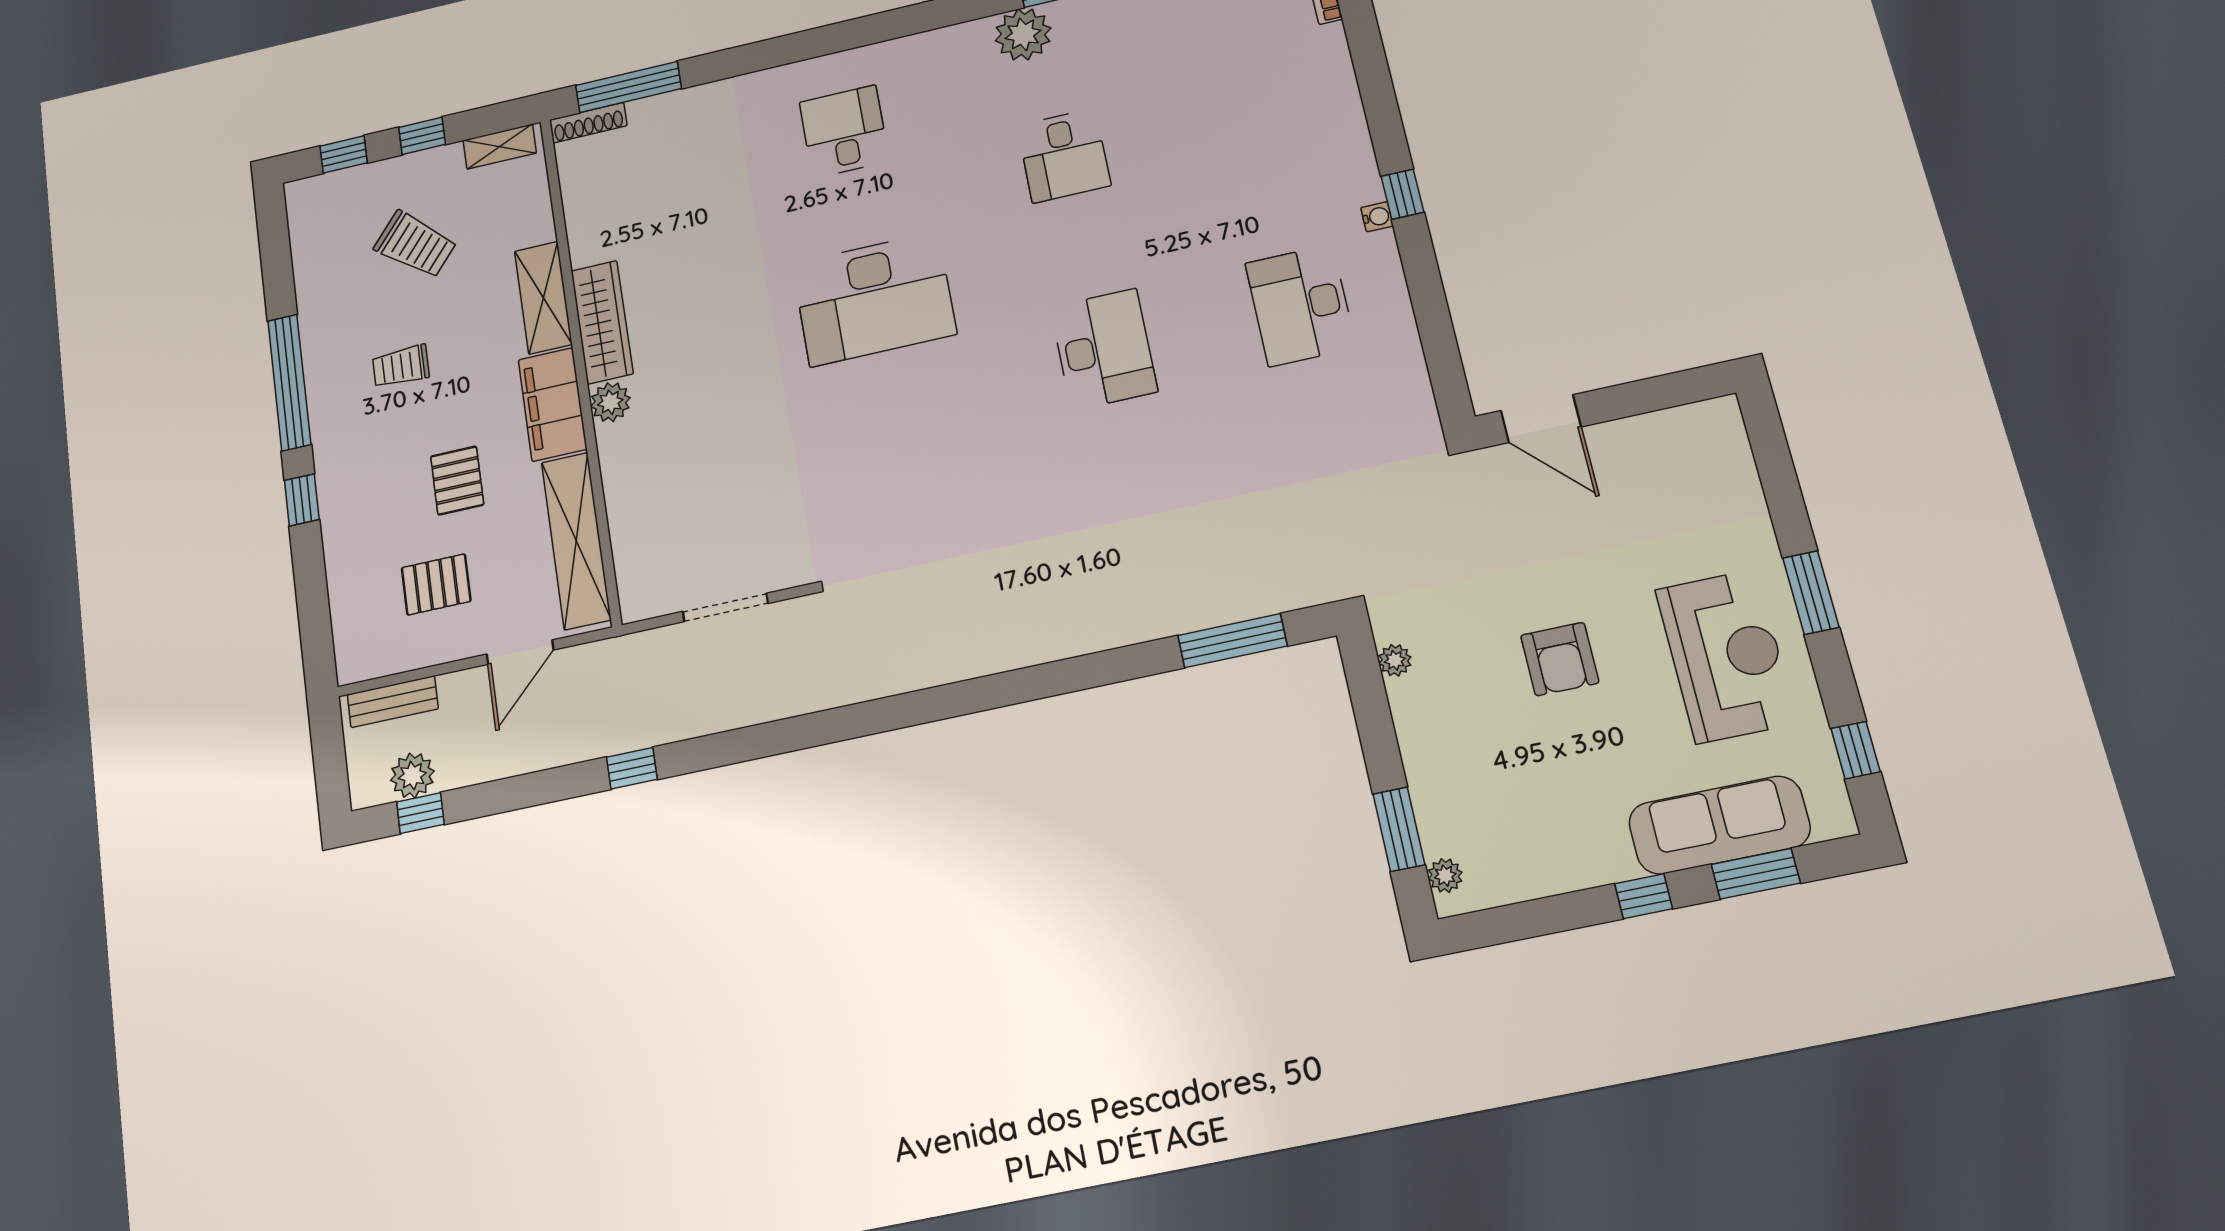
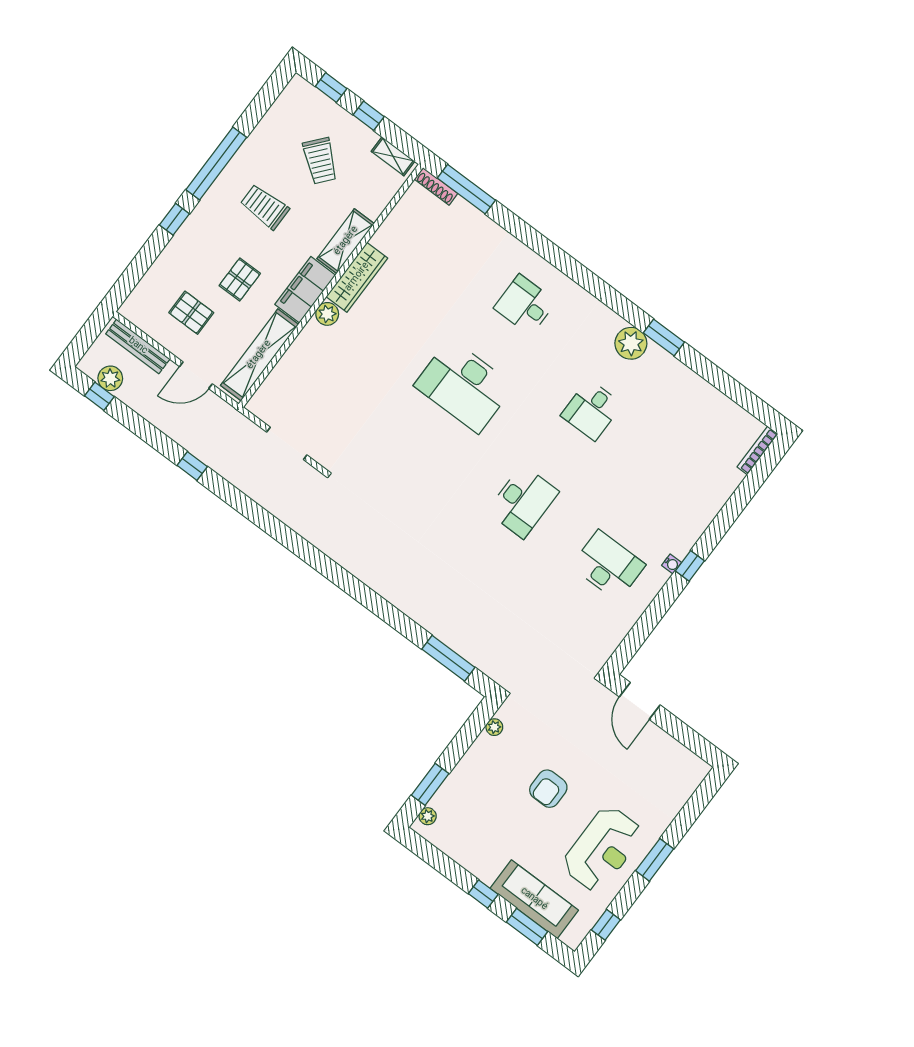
desk: (844, 132) -> (525, 305), turned -90
desk: (1301, 305) -> (608, 566), turned 90
trolley: (401, 366) -> (265, 207), width x1.36, depth x1.39
bench: (393, 702) -> (138, 346), width x1.36

